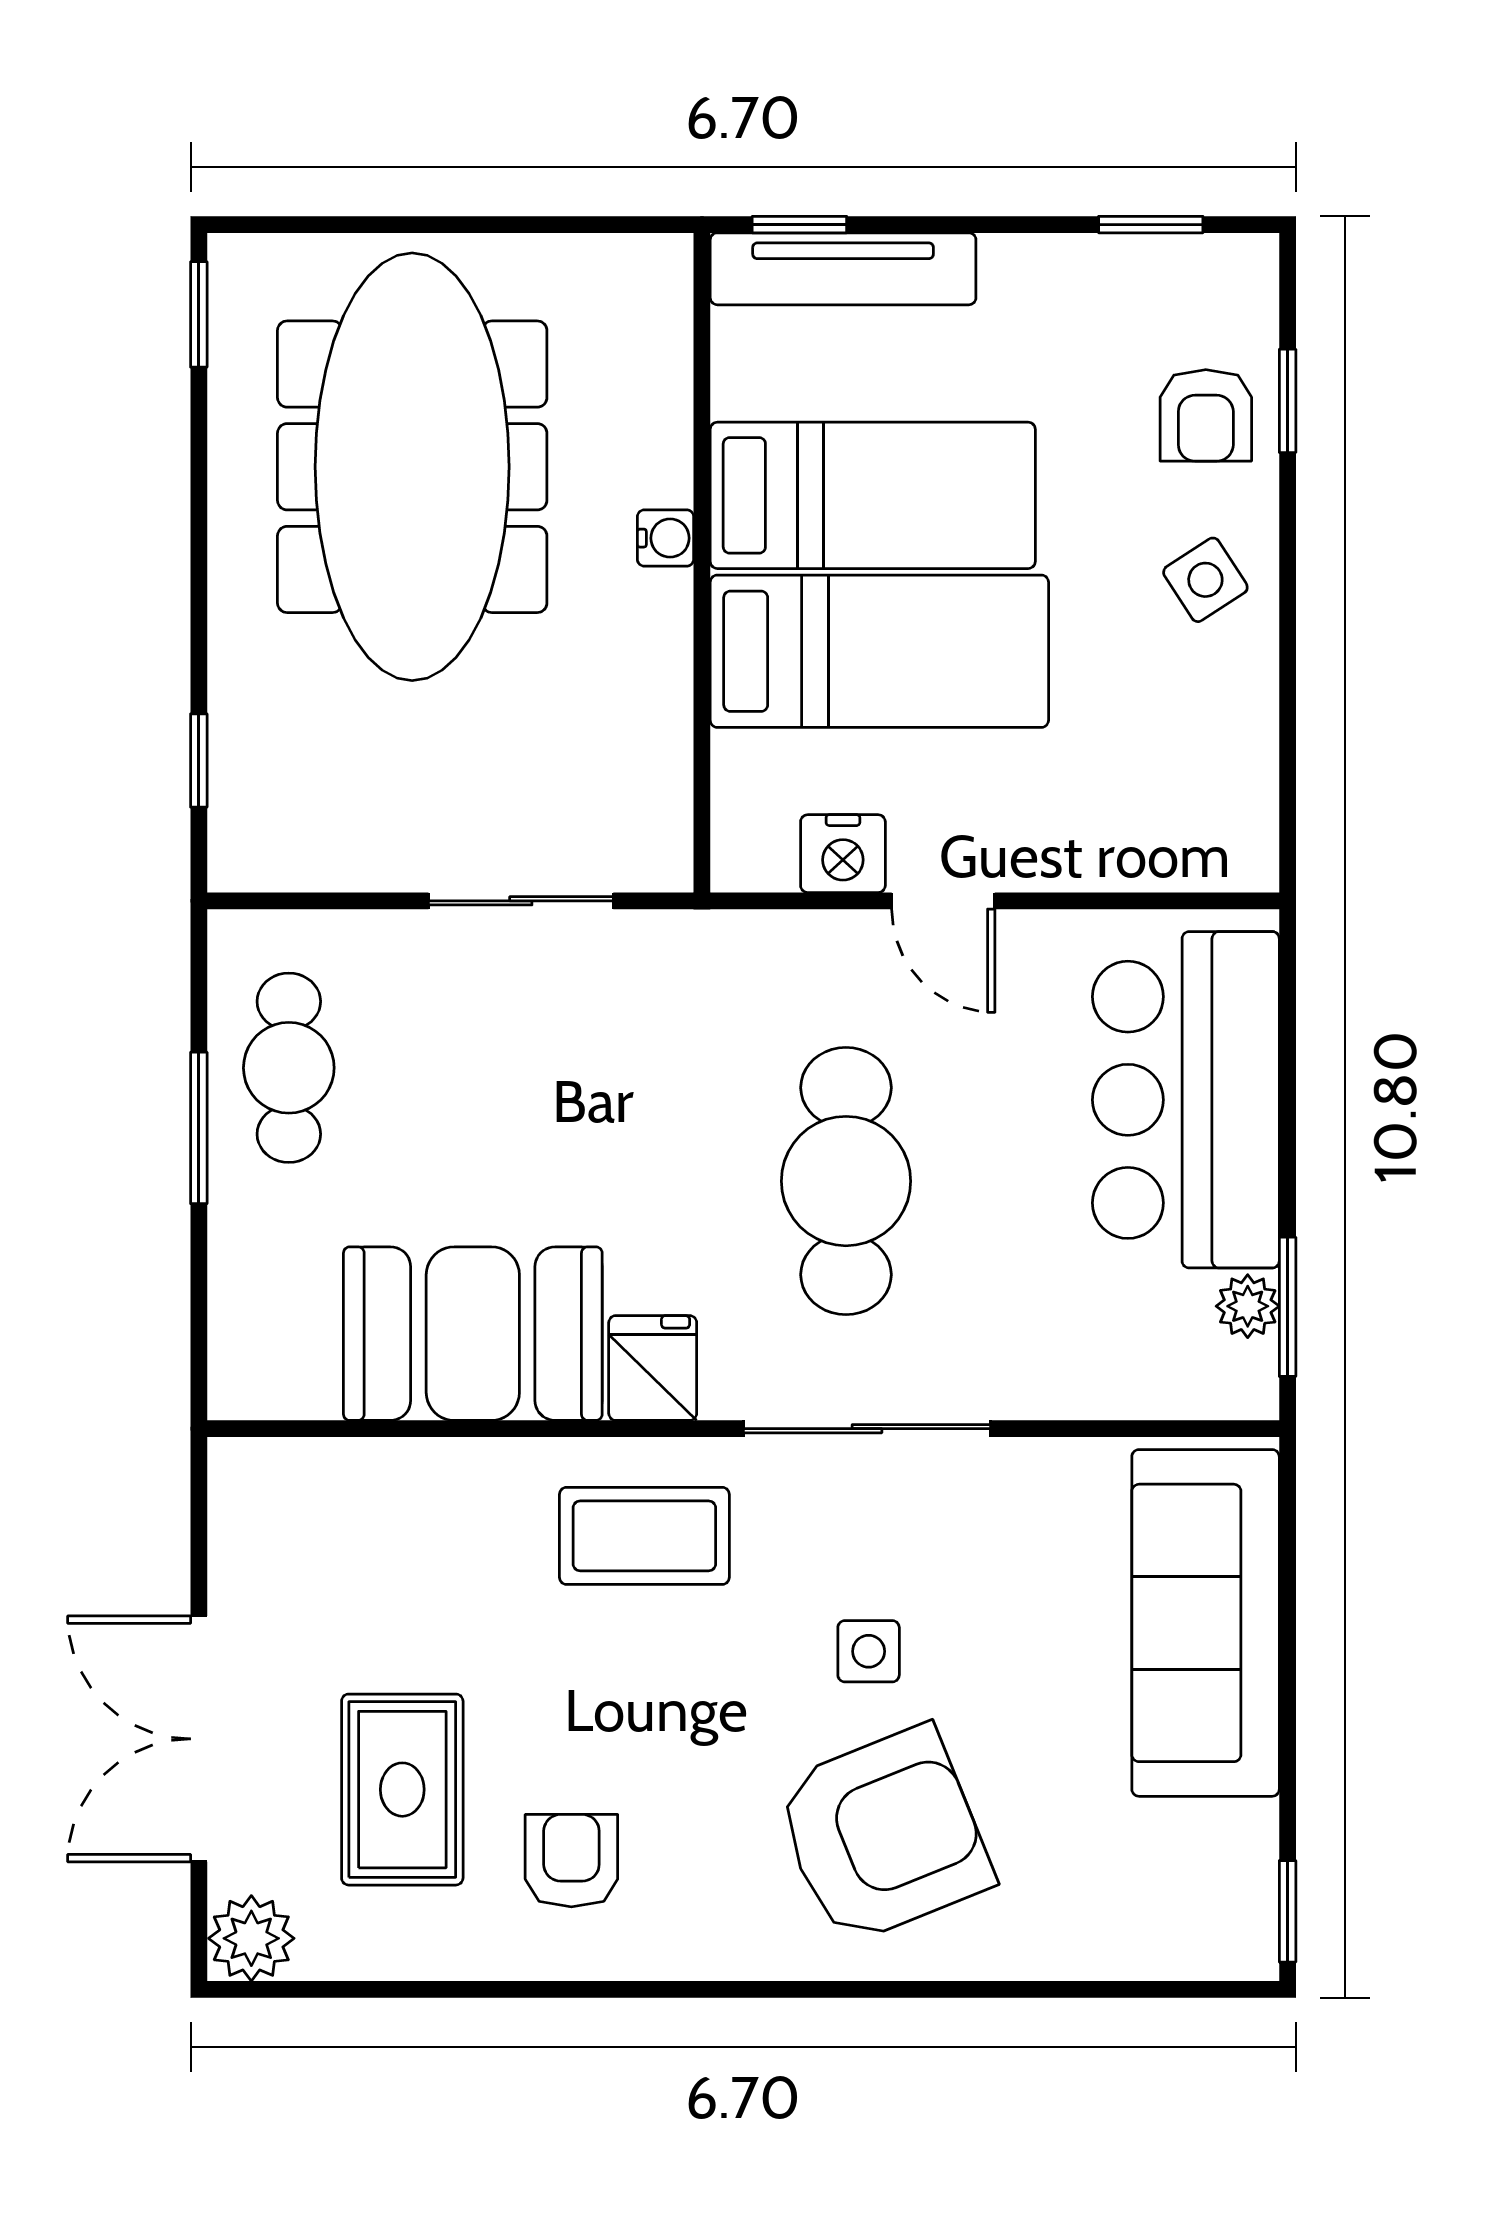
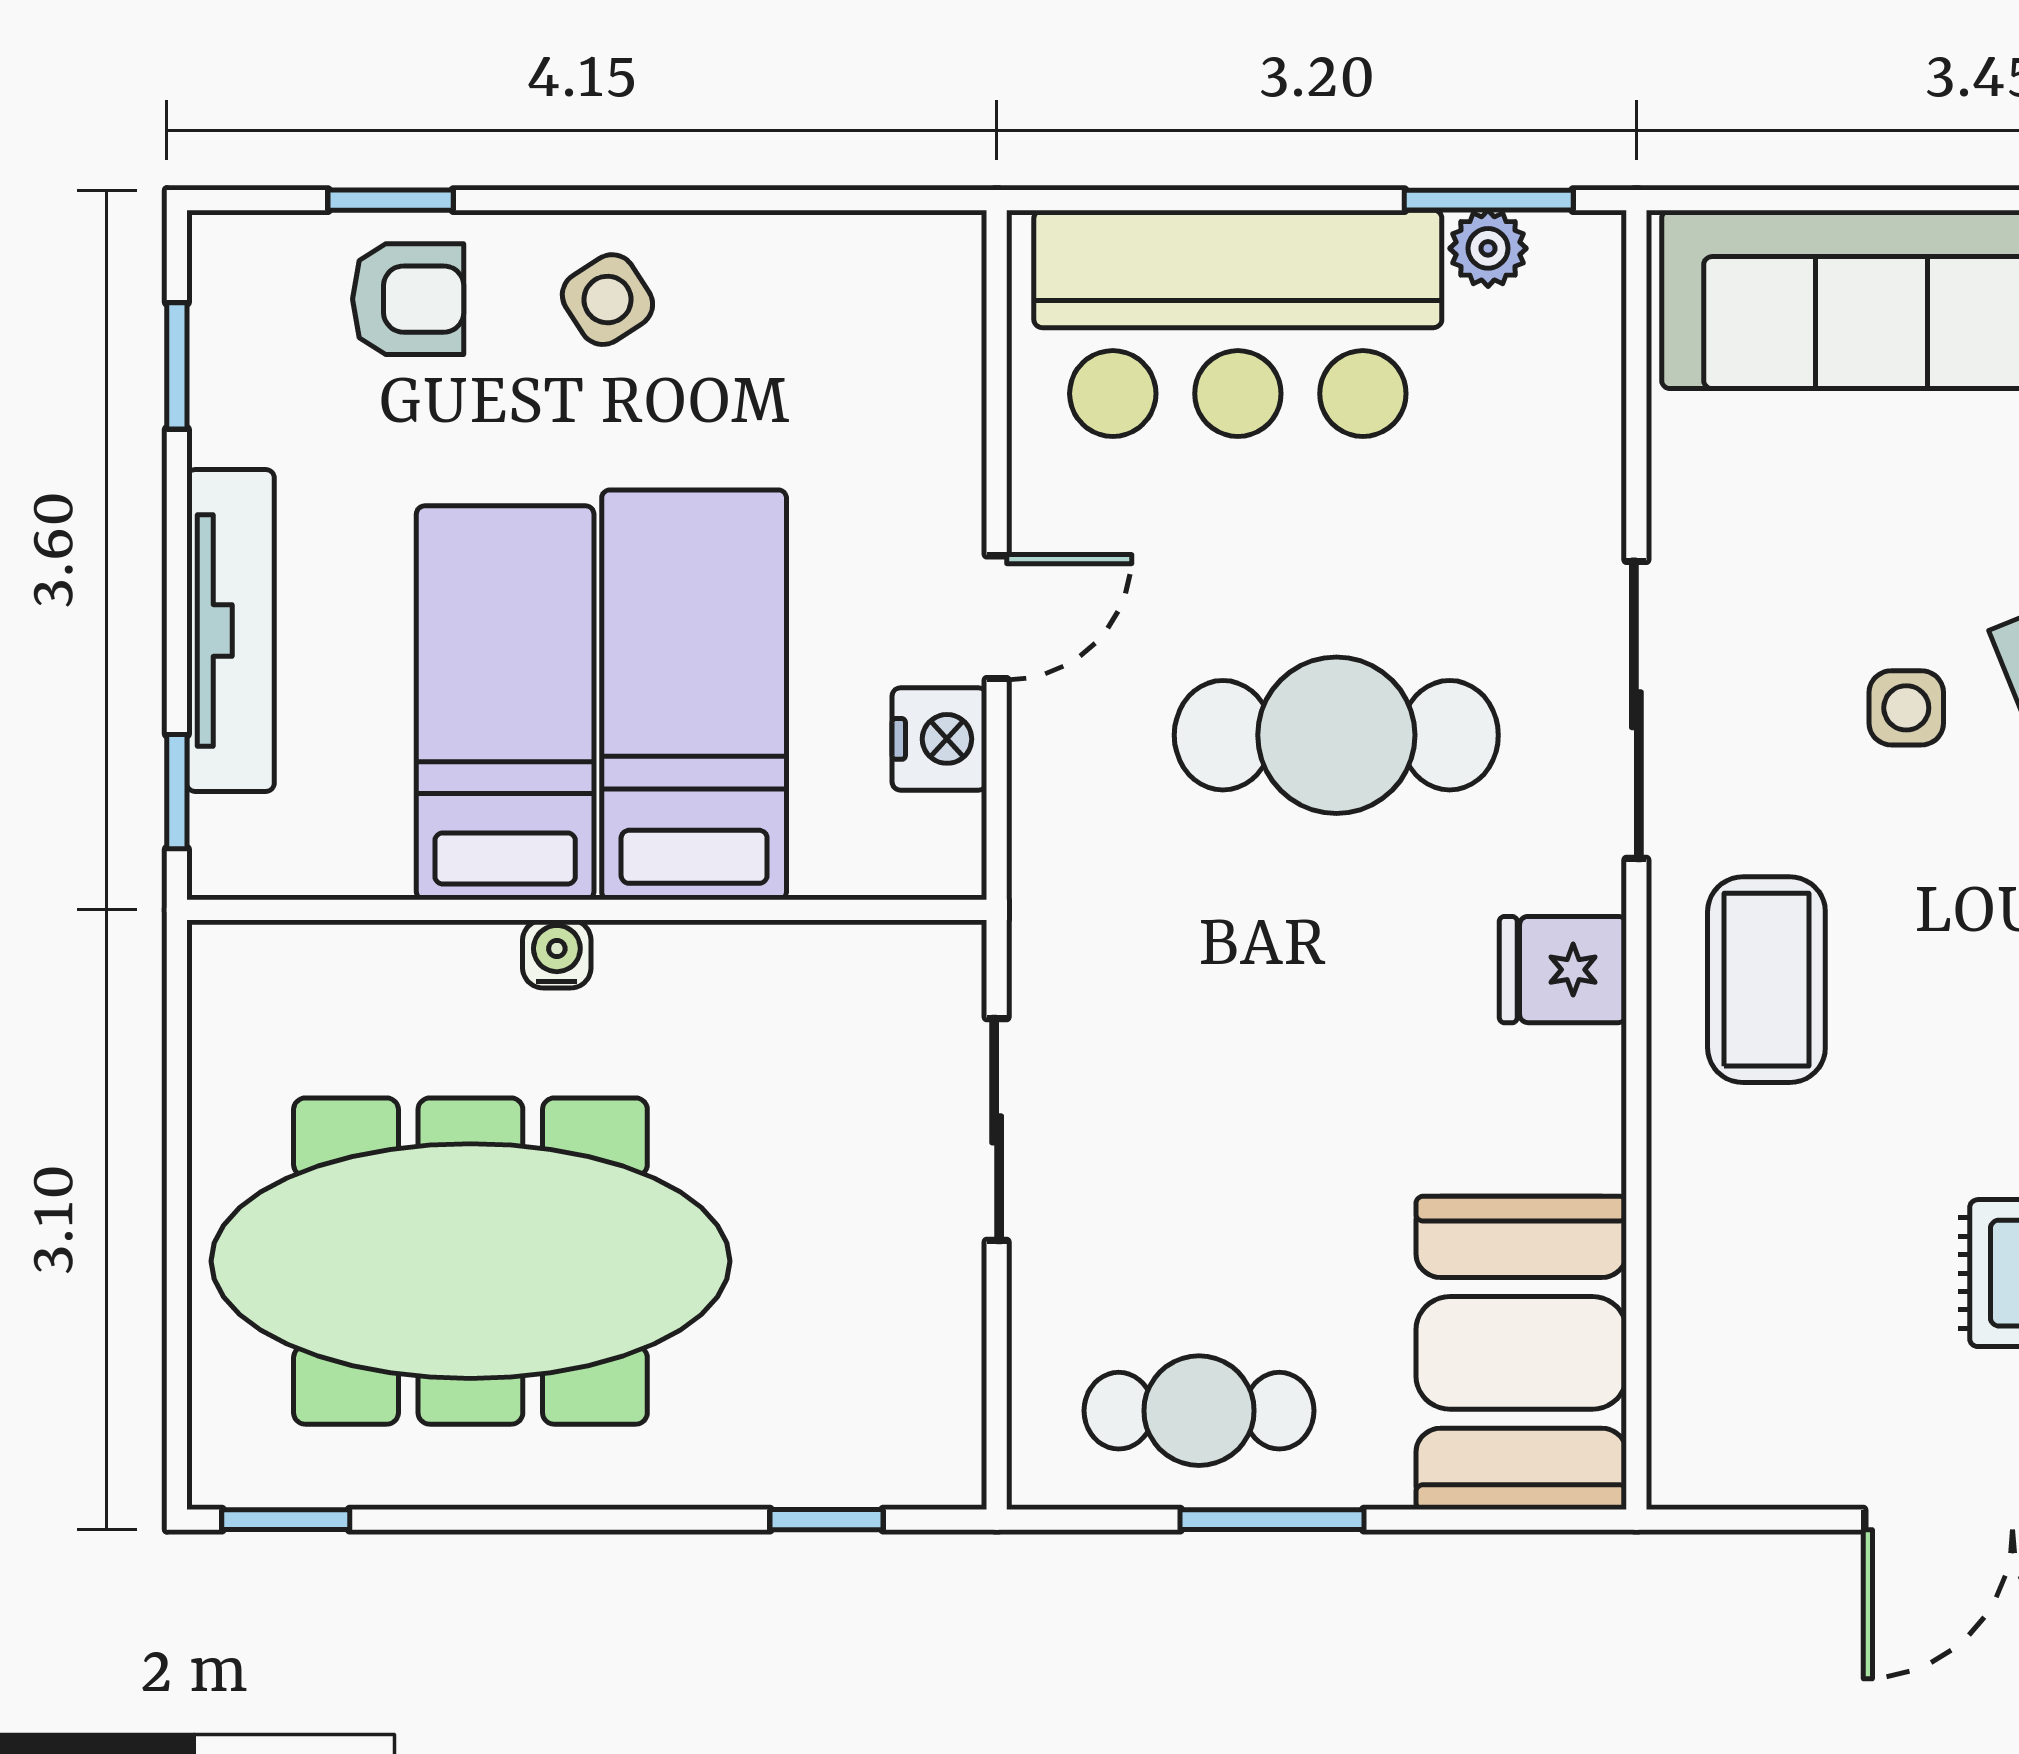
tv unit: (843, 269) -> (230, 630), moved
booth: (473, 1334) -> (1521, 1353), moved

